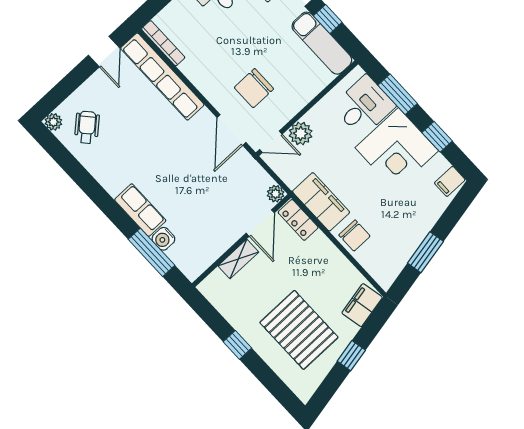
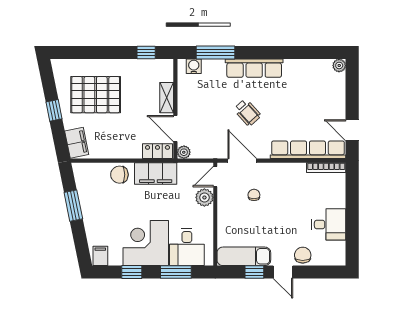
chair: (254, 88) -> (254, 195), width x0.54, depth x0.54
wheelchair: (87, 127) -> (247, 113), moved
row of seats: (140, 210) -> (254, 68), width x1.48
water cooler: (163, 239) -> (194, 66), moved
window: (237, 345) -> (146, 52), moved

